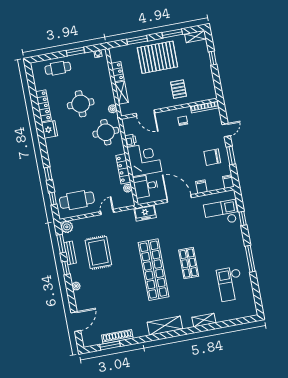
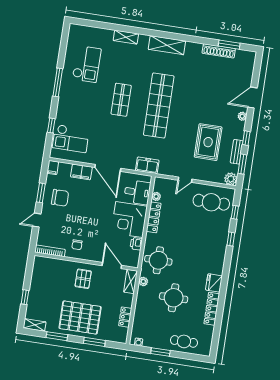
pallet: (178, 89) -> (83, 279), moved
shelving: (122, 93) -> (131, 282), moved
filing cabinet: (201, 187) -> (81, 172), width x2.00
door: (76, 322) -> (252, 98), moved

